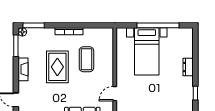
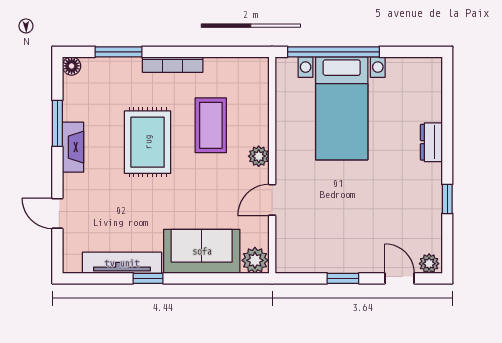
window: (34, 25) -> (119, 52), moved
window: (158, 25) -> (333, 52), moved
window: (16, 46) -> (57, 123), moved
plant: (109, 73) -> (259, 156), added

